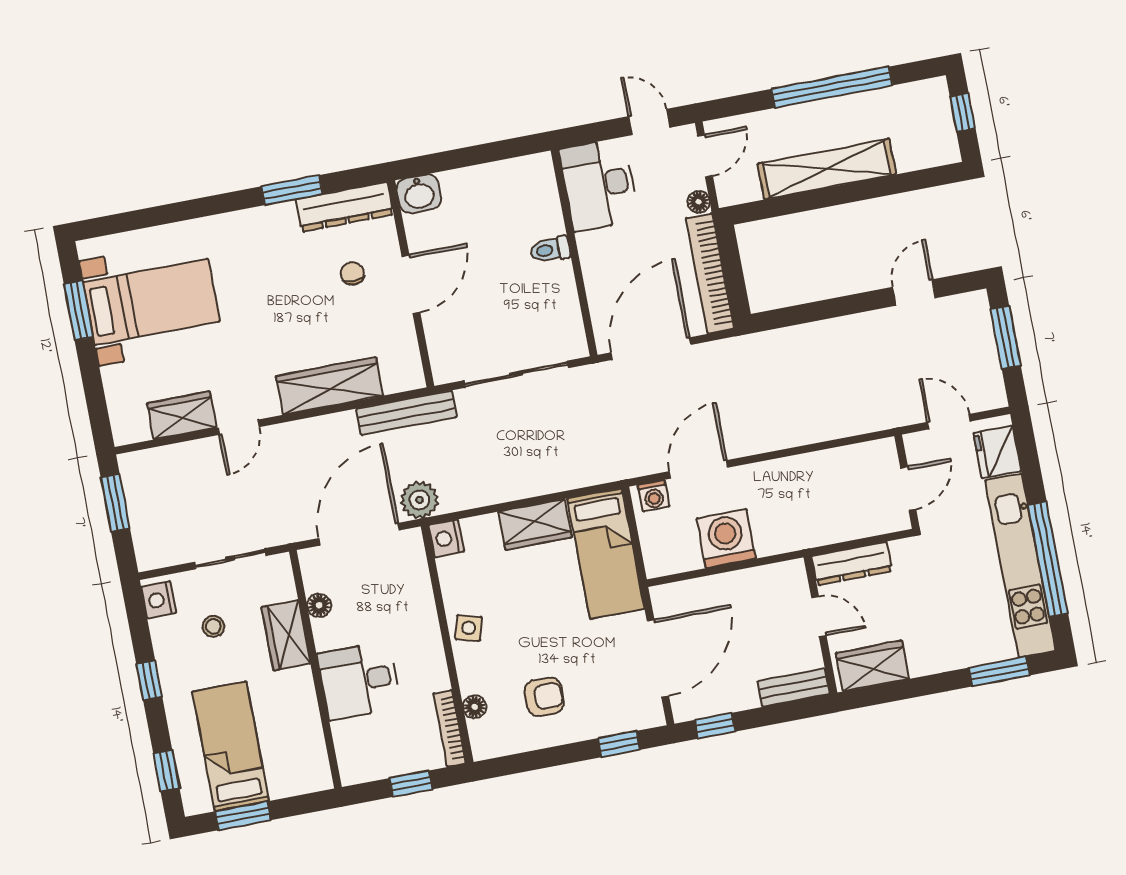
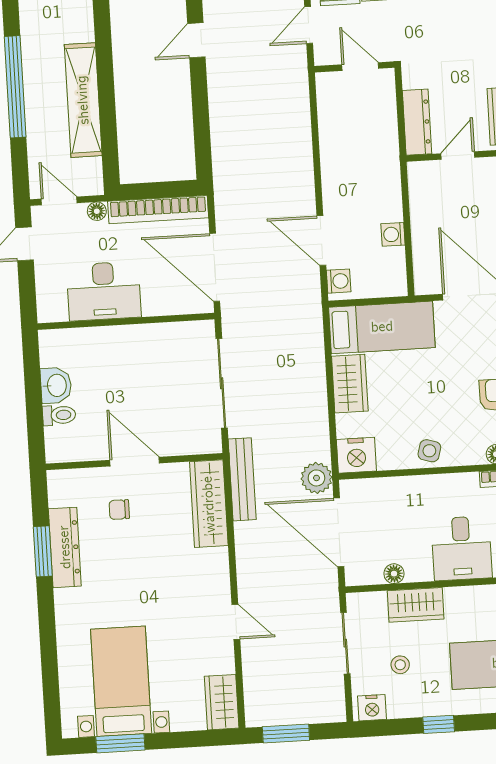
desk: (599, 185) -> (104, 291), moved
washbasin: (419, 194) -> (56, 385), moved
dresser: (345, 207) -> (65, 547), moved
toilet: (550, 250) -> (59, 415), moved, turned -90
door: (914, 292) -> (196, 40), hinge flipped
wardrobe: (330, 386) -> (209, 504), moved
wardrobe: (182, 415) -> (222, 702), moved
nightstand: (446, 538) -> (356, 455), width x1.36, depth x1.33
washing machine: (726, 538) -> (393, 234), width x0.53, depth x0.53

